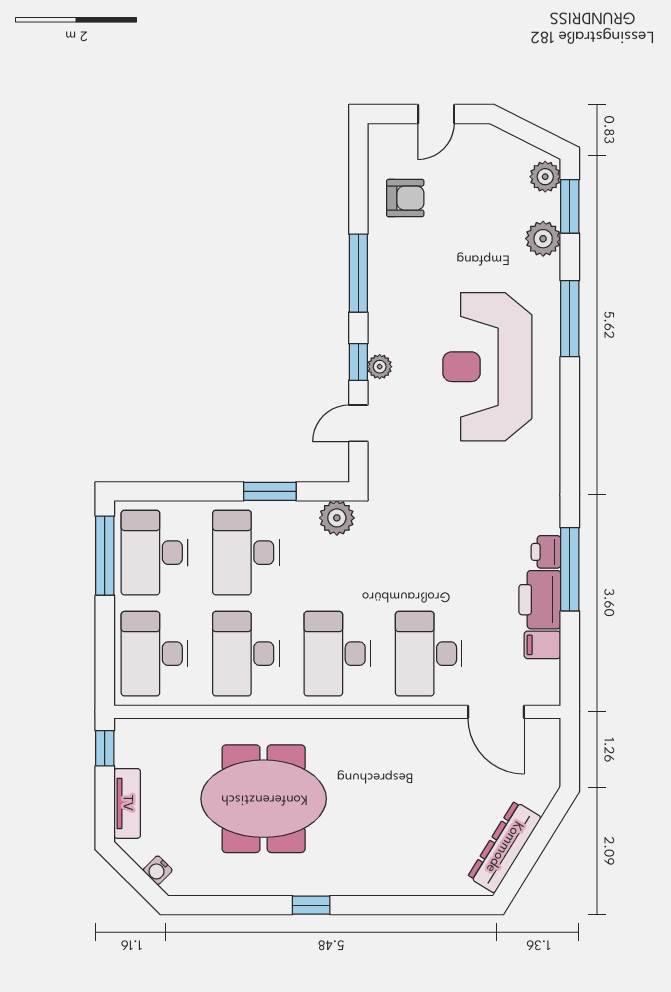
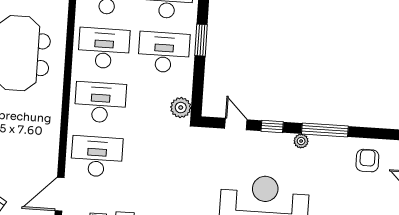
armchair: (405, 198) -> (367, 161), turned 180
plant: (380, 367) -> (301, 141), moved
window: (270, 491) -> (201, 40), moved

